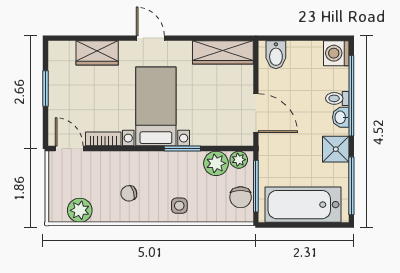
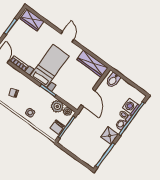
wardrobe: (97, 53) -> (32, 20), moved
washing machine: (336, 53) -> (131, 107), moved
bathtub: (303, 205) -> (80, 148), removed

